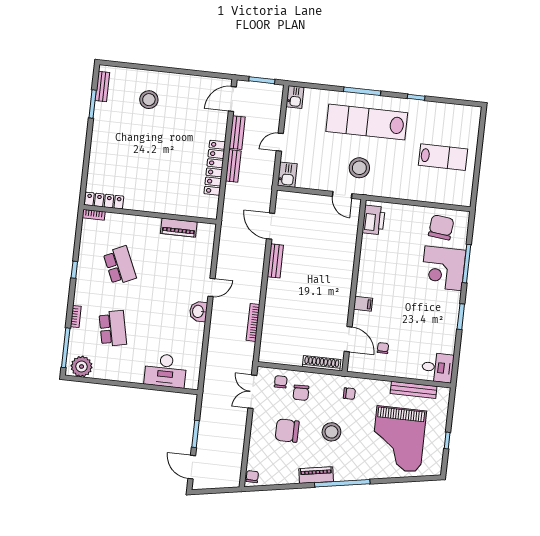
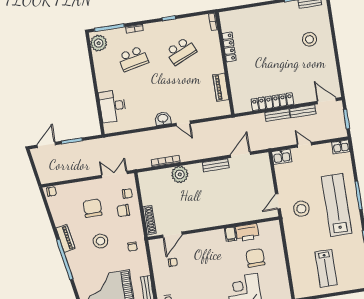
locker: (104, 201) -> (229, 47), moved
printer: (374, 220) -> (247, 233), moved
chair: (441, 227) -> (255, 258), moved, turned -96
filing cabinet: (363, 304) -> (231, 234), moved
plant: (275, 309) -> (180, 174), added

